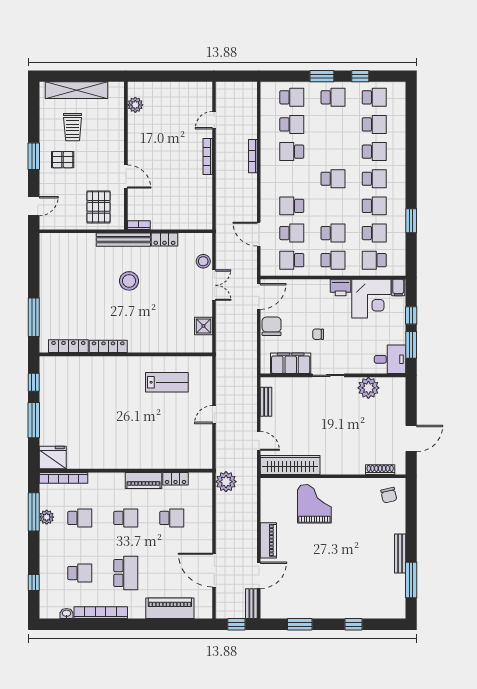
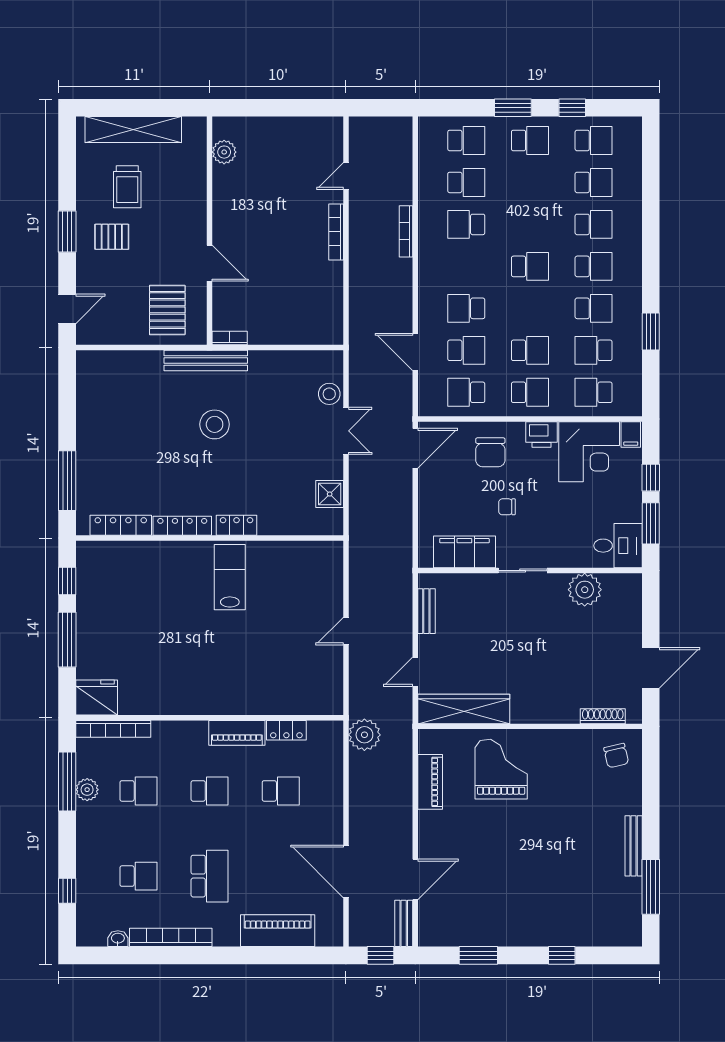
school desk: (374, 233) -> (594, 350), turned 180
locker: (164, 240) -> (237, 525), moved, turned 180
chair: (272, 326) -> (490, 452), moved, turned 180
lab bench: (167, 382) -> (230, 577), moved, turned -90
door: (259, 441) -> (415, 672), swing flipped
piano: (268, 540) -> (430, 782), moved

